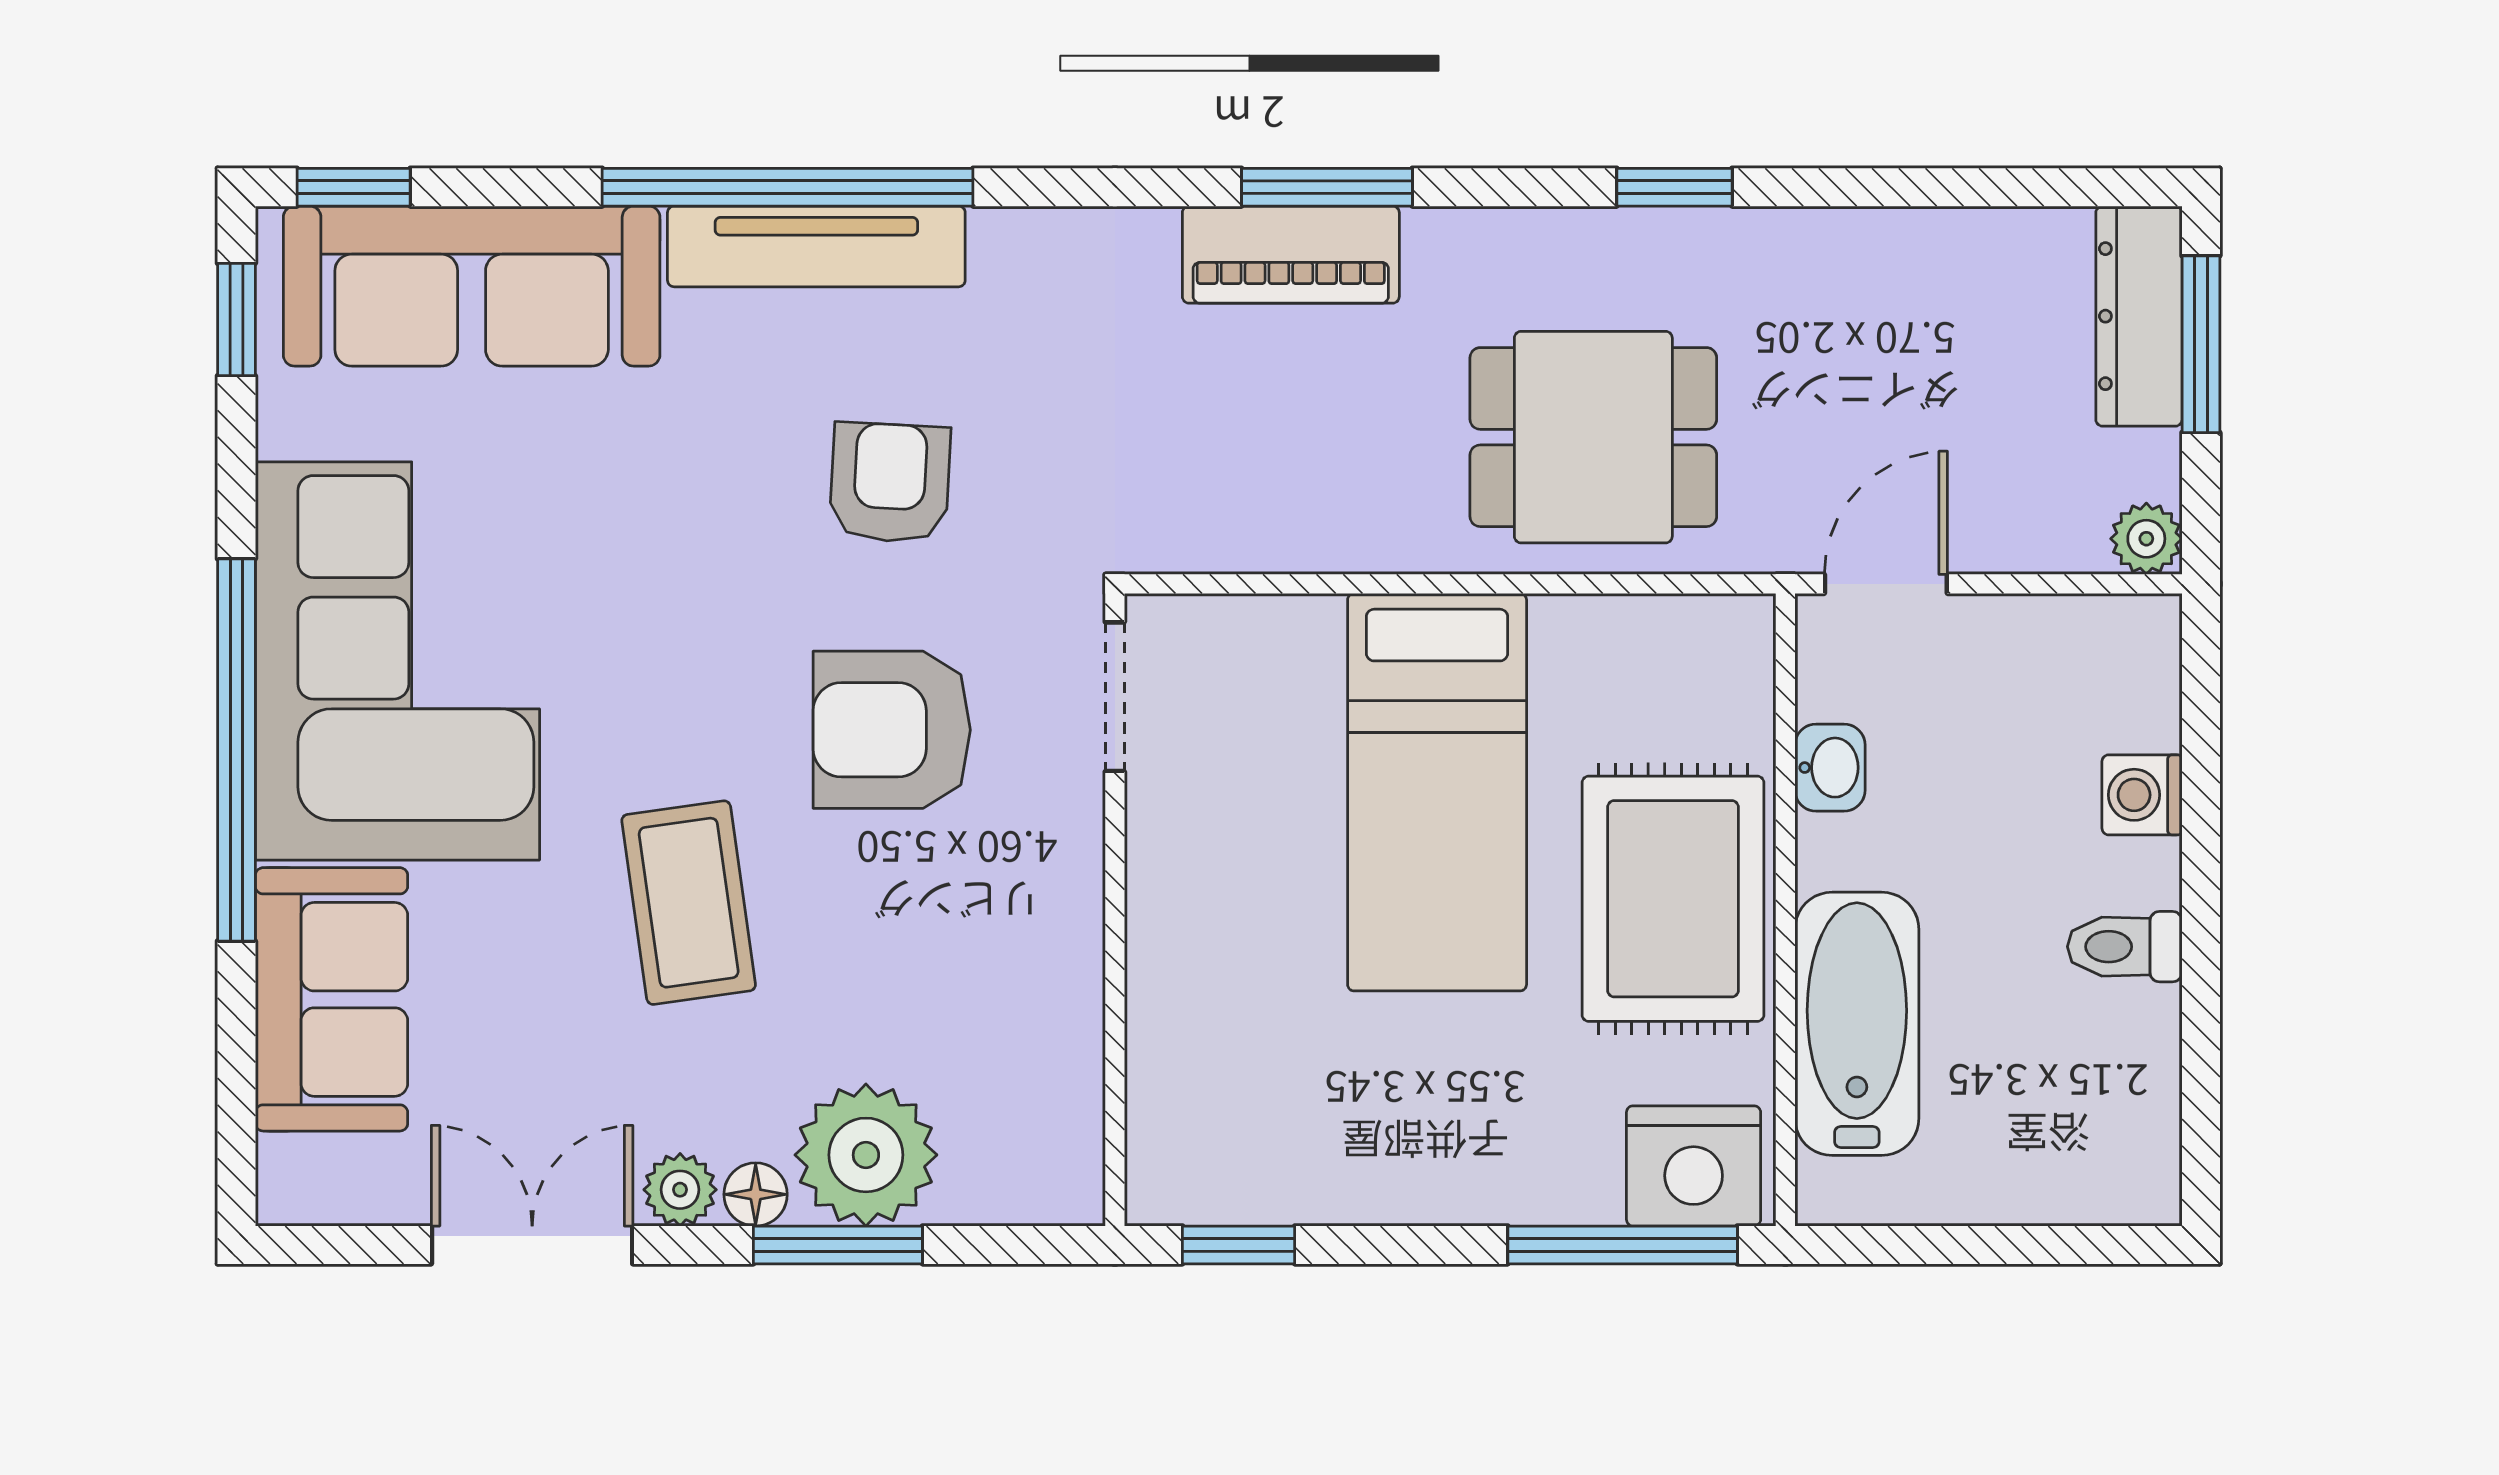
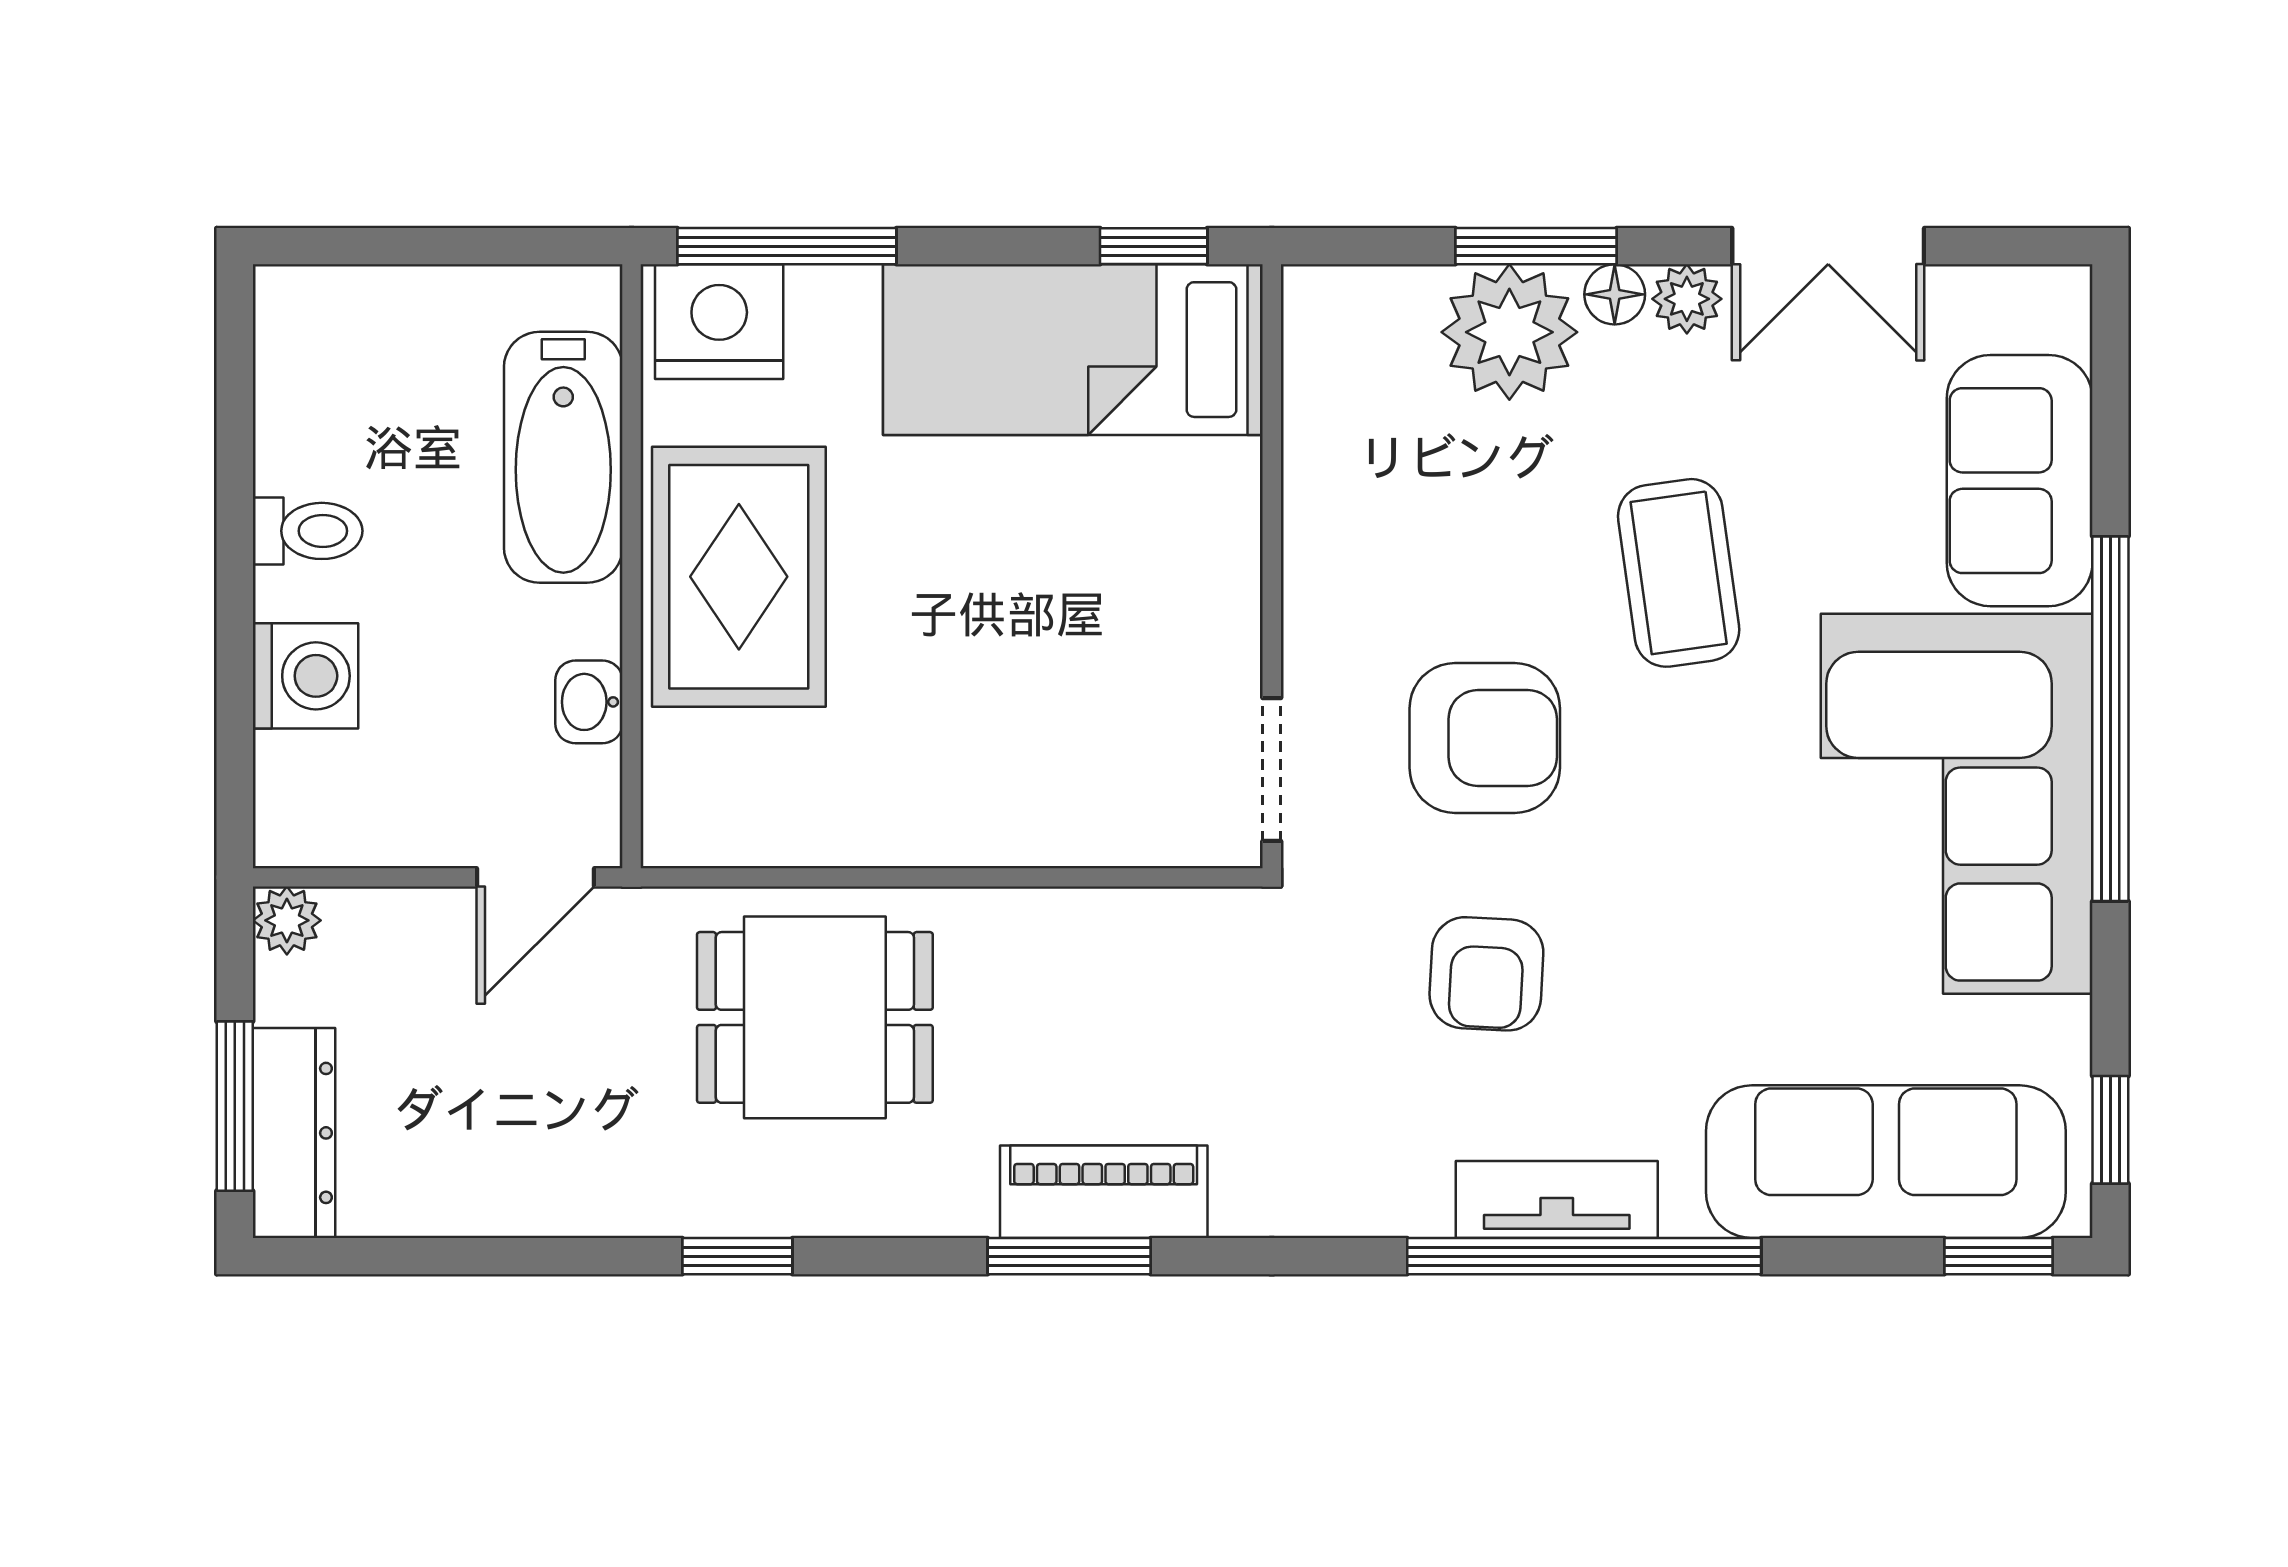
tv unit: (816, 246) -> (1557, 1199), width x0.71
bed: (1437, 792) -> (1073, 350), moved, turned -90
washing machine: (2142, 795) -> (305, 676), width x1.38, depth x1.38

